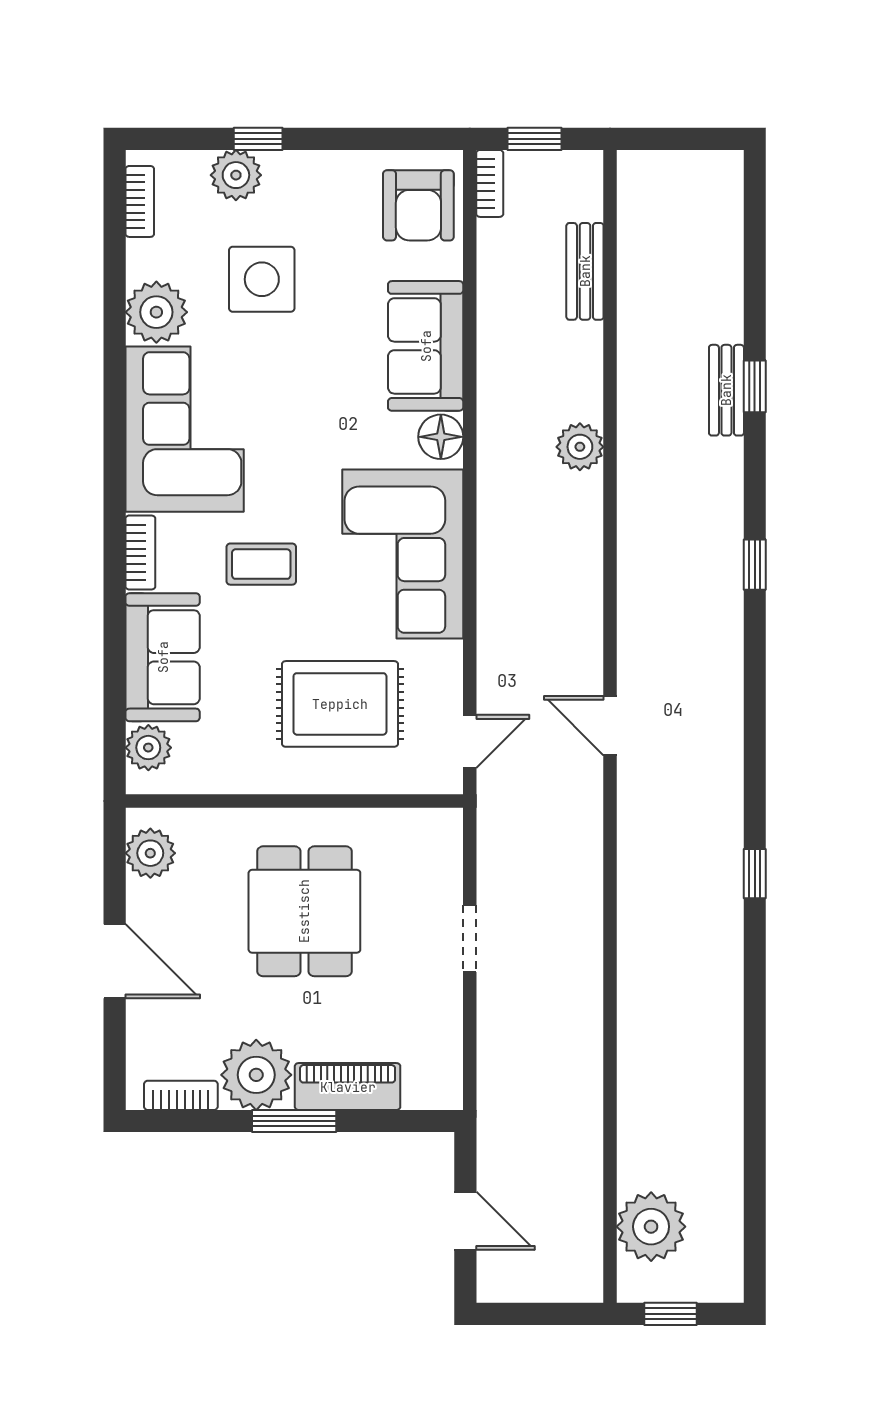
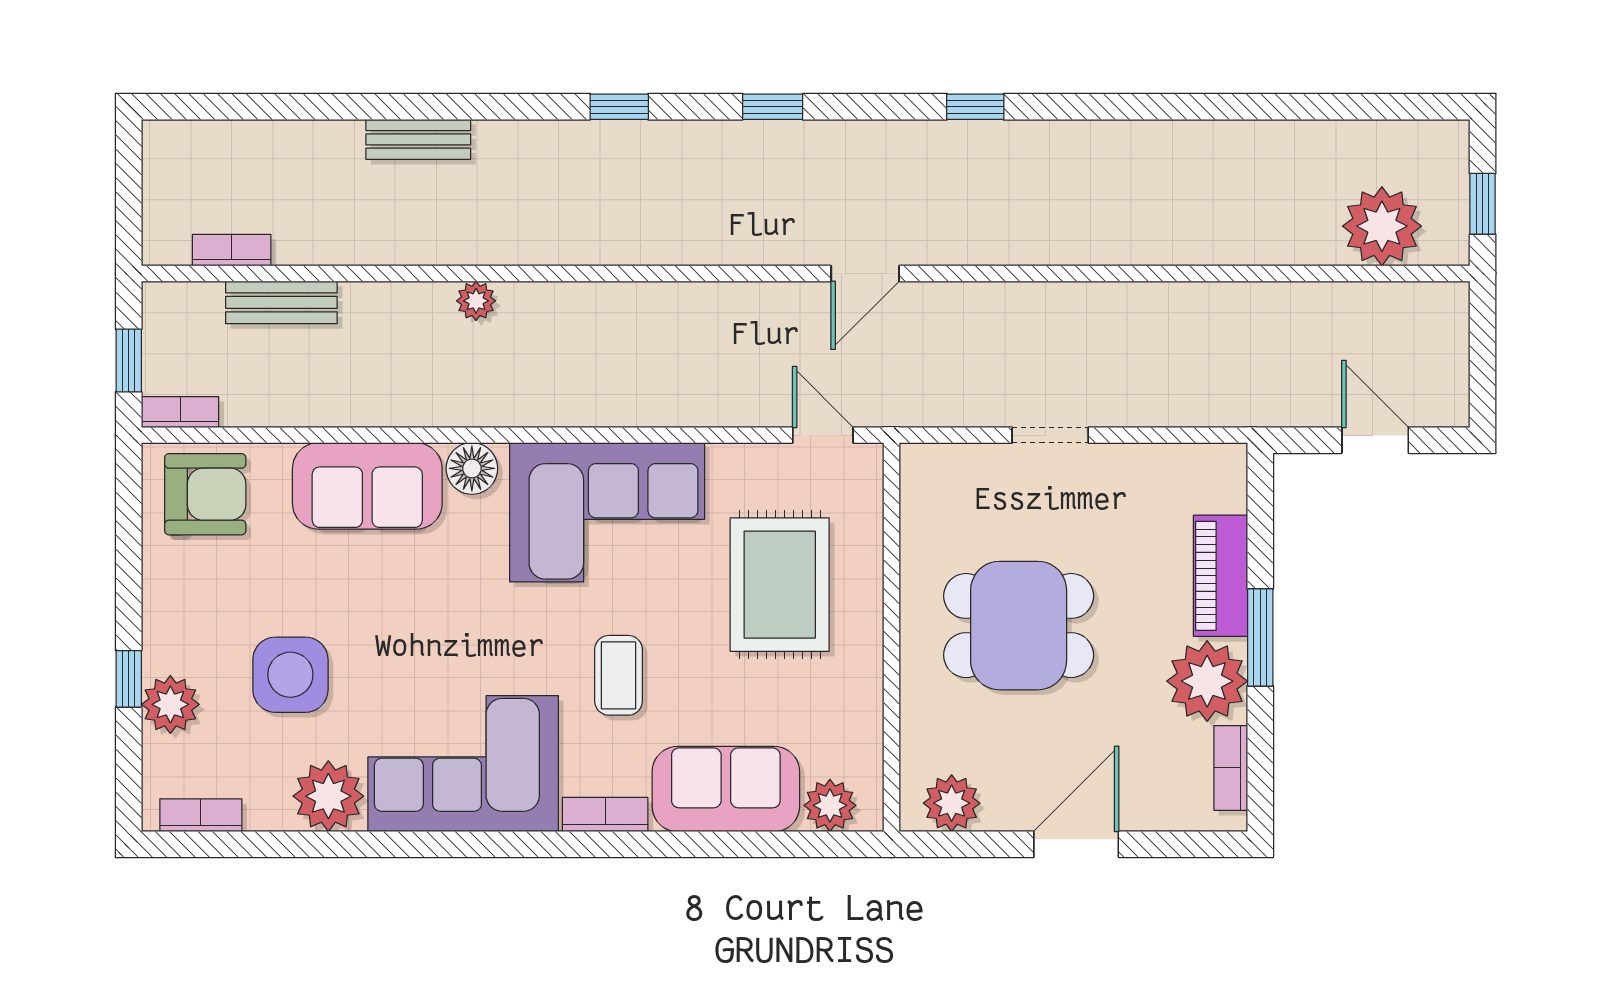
bookcase: (630, 228) -> (232, 250), added
window: (755, 386) -> (773, 107), moved
plant: (580, 447) -> (476, 301), width x0.73, depth x0.73
door: (610, 726) -> (865, 273), moved
door: (465, 1221) -> (1375, 440), hinge flipped

